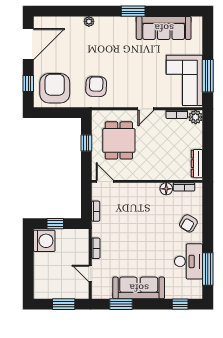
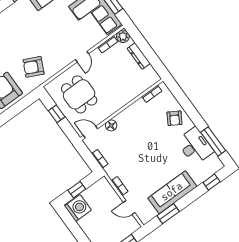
armchair: (96, 86) -> (34, 67), turned -66
dresser: (197, 164) -> (139, 56), moved
floor lamp: (166, 189) -> (111, 125), moved

